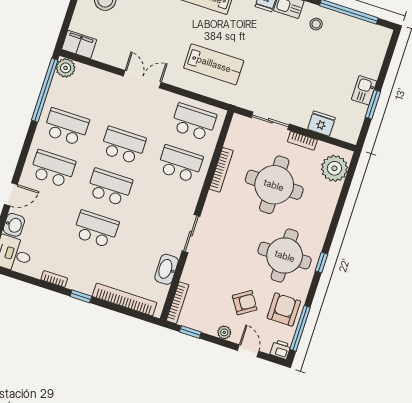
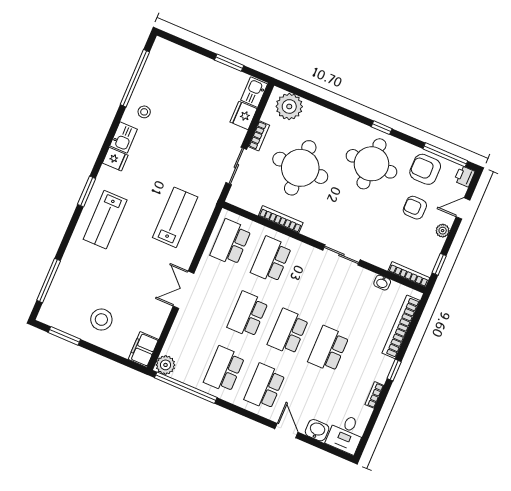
kitchen sink: (364, 90) -> (254, 92), moved, turned 90
washbasin: (167, 269) -> (382, 283), width x0.52, depth x0.69
armchair: (245, 303) -> (415, 208), turned -57

